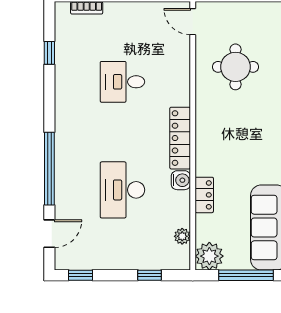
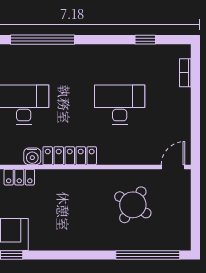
round table: (235, 67) -> (133, 205), turned 32
desk: (122, 82) -> (120, 104), width x1.37

